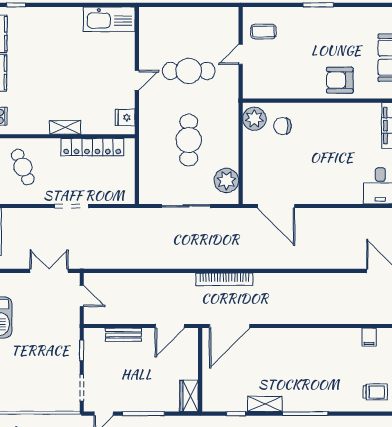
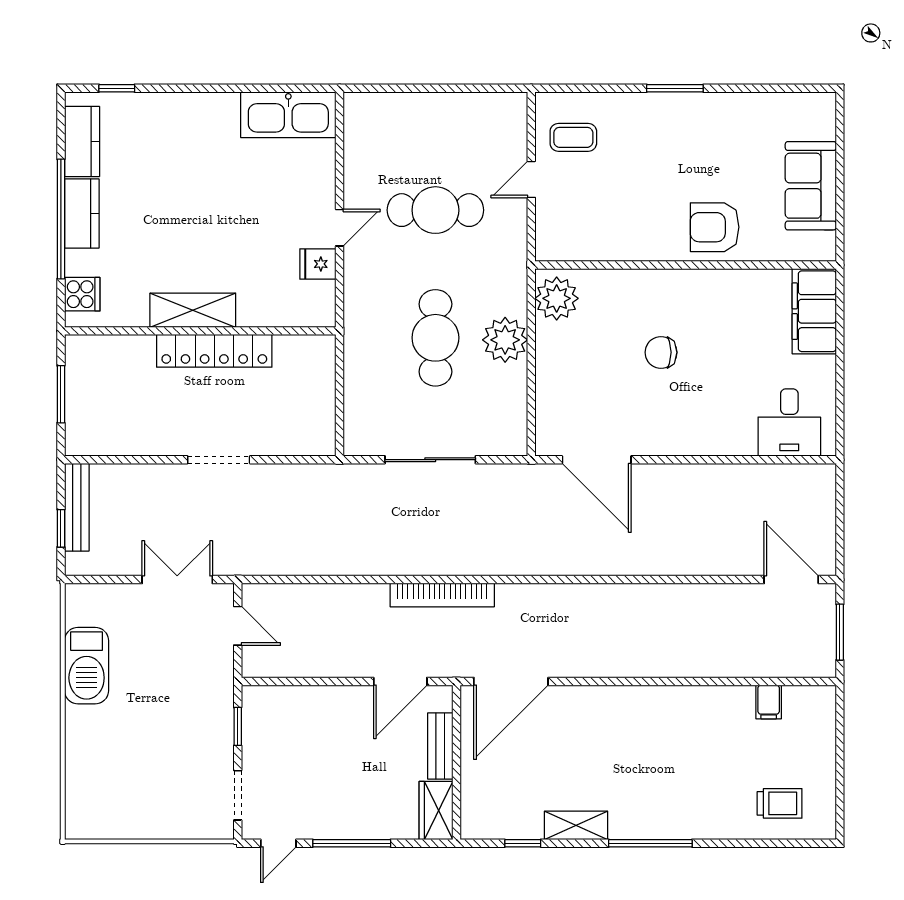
fridge: (125, 117) -> (318, 264), moved
chair: (283, 126) -> (661, 352), moved
shelving: (65, 127) -> (193, 310), width x1.50, depth x1.33
locker: (92, 147) -> (214, 351), moved
cafe table: (23, 167) -> (129, 388), removed
plant: (226, 180) -> (505, 340), moved
bookcase: (224, 279) -> (442, 595), moved
bench: (123, 335) -> (440, 746), moved, turned 90

